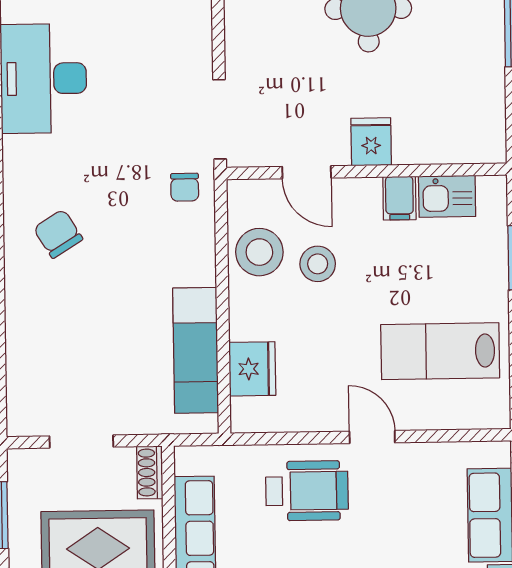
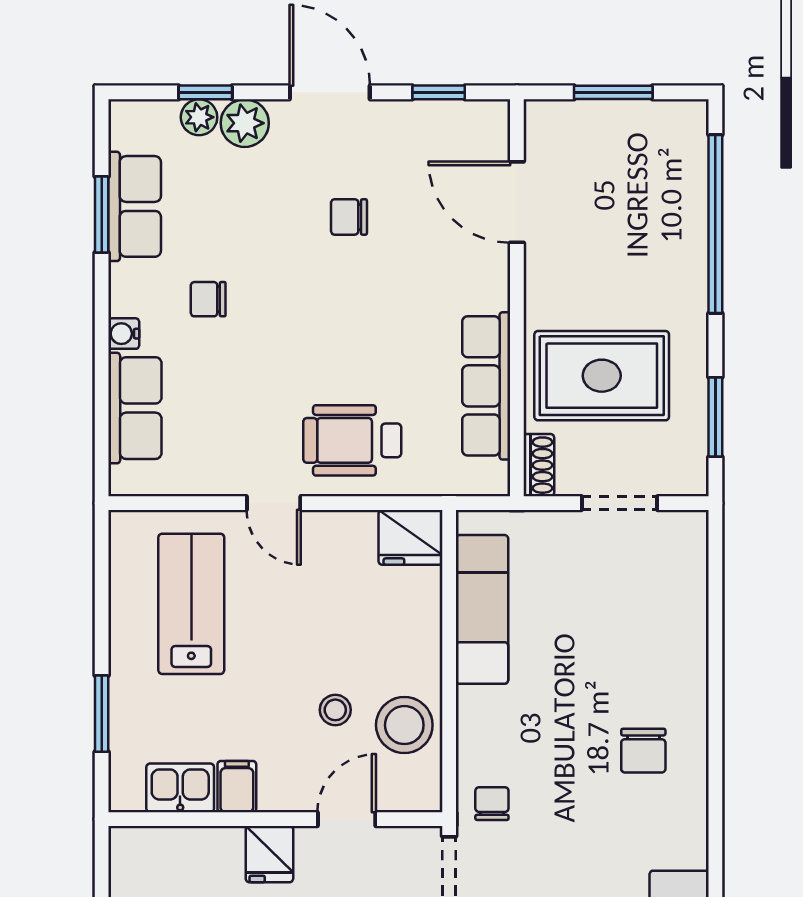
door: (307, 172) -> (347, 819), hinge flipped
chair: (58, 234) -> (643, 751), turned 32
stool: (318, 264) -> (335, 710), width x0.73, depth x0.73
lab bench: (440, 351) -> (191, 604), turned -90
fridge: (252, 369) -> (410, 537), moved, turned -90

